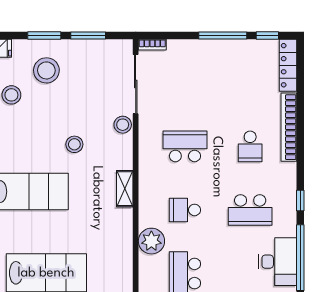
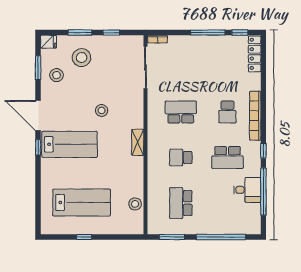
window: (88, 35) -> (111, 33), width x0.67
stool: (123, 125) -> (135, 204), moved
bookcase: (289, 127) -> (255, 116), moved
plant: (151, 241) -> (157, 180), removed
desk: (278, 262) -> (247, 190), width x0.73

